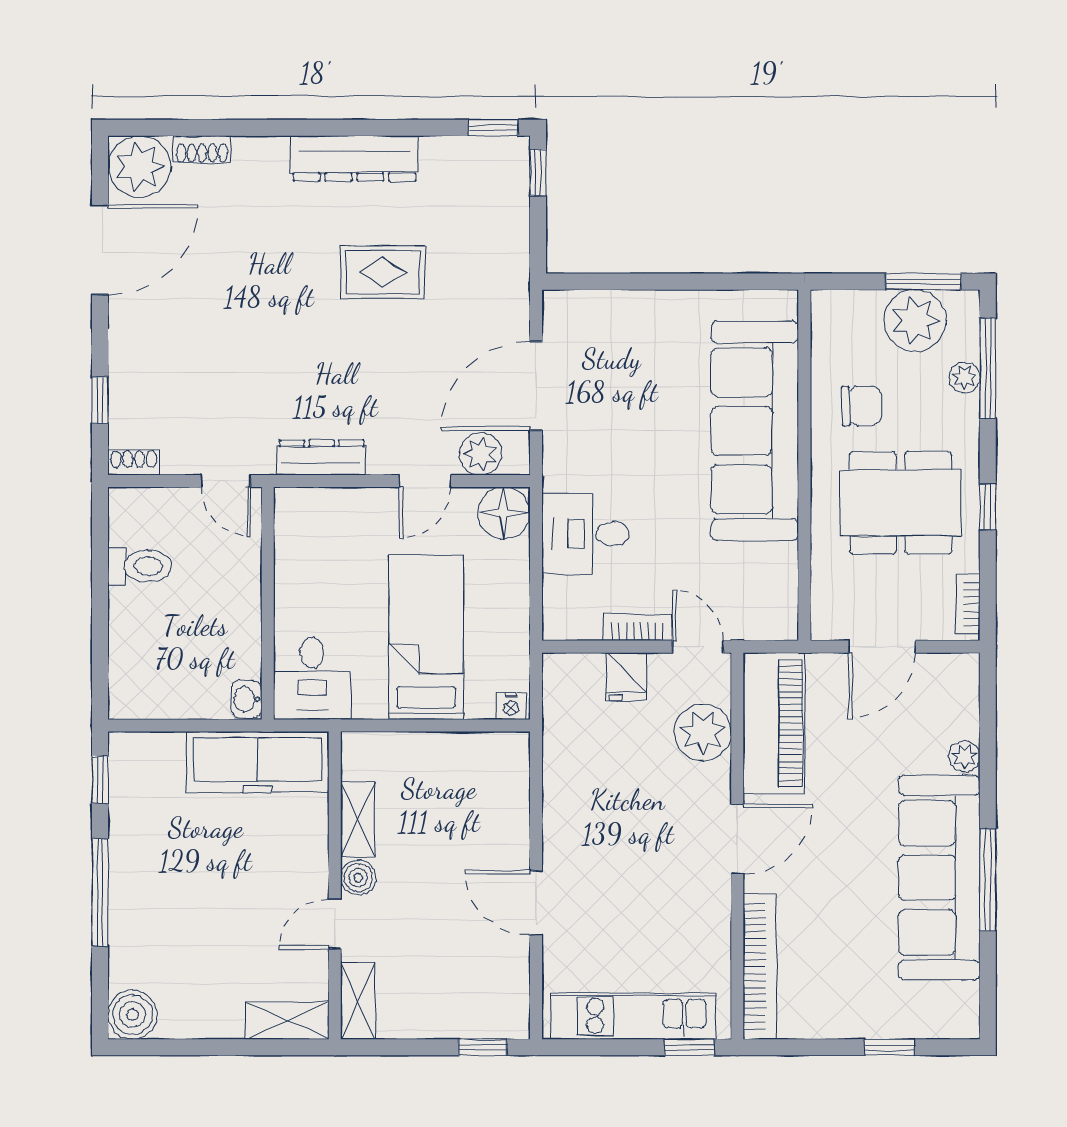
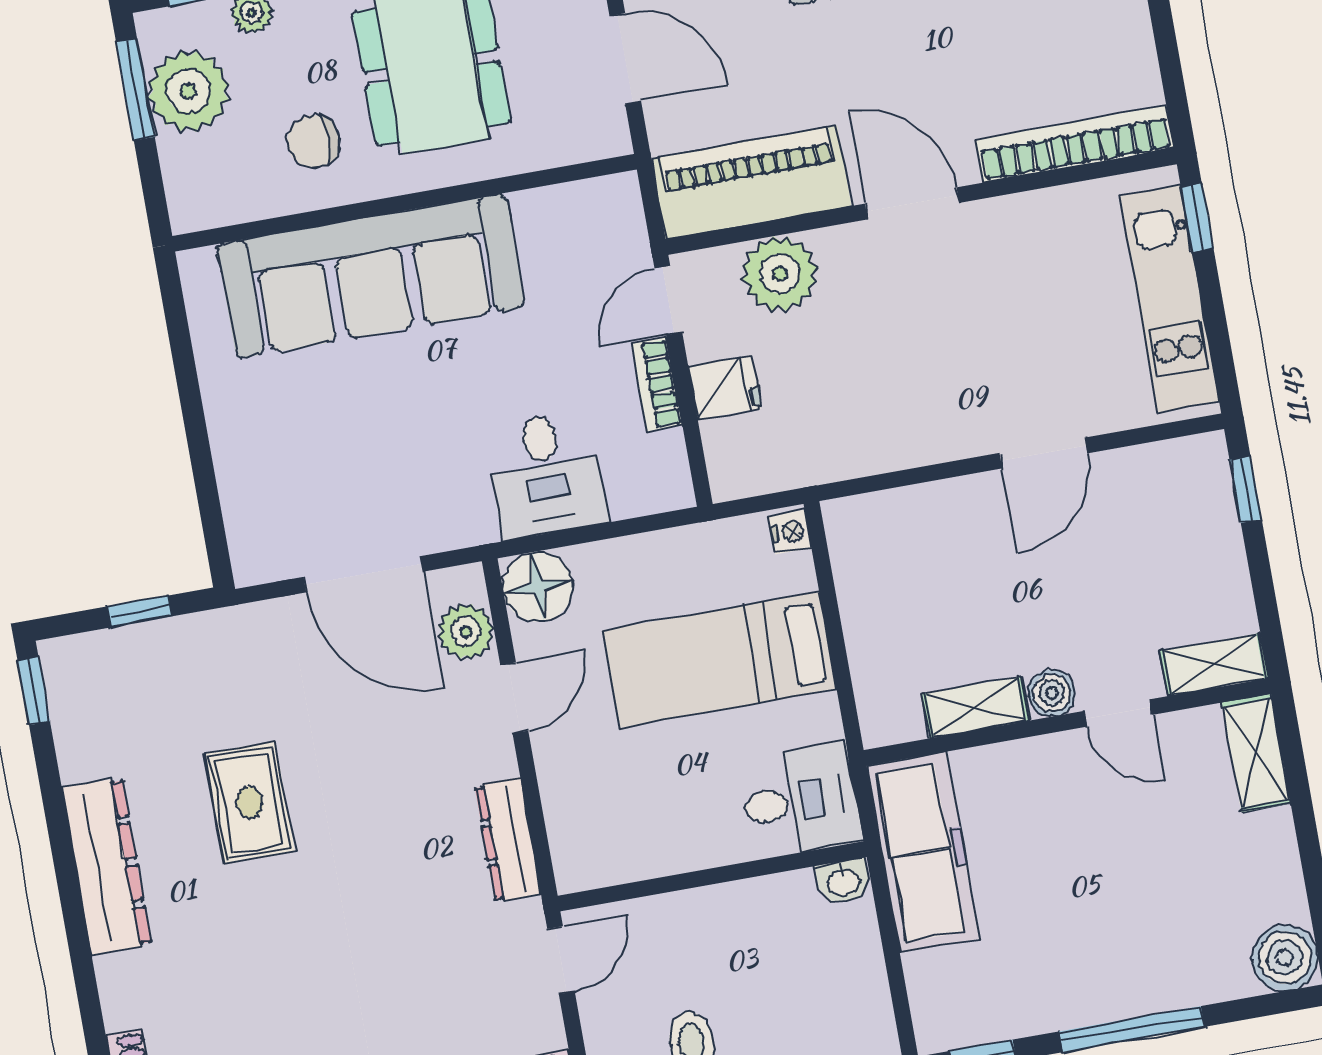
window: (538, 172) -> (139, 611), moved
chair: (861, 406) -> (313, 142), turned -89
door: (425, 481) -> (514, 698), hinge flipped

